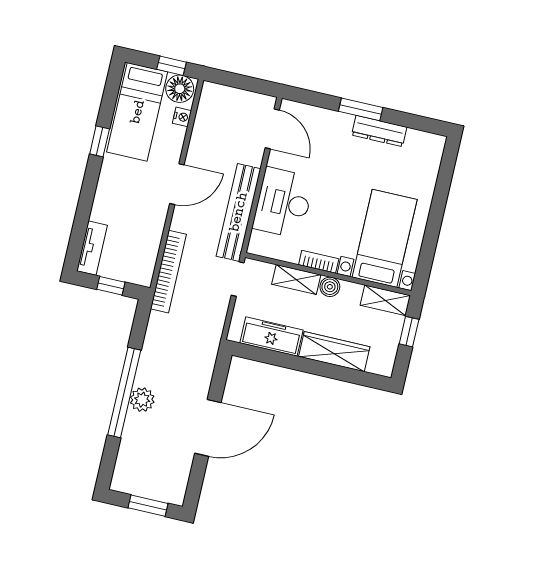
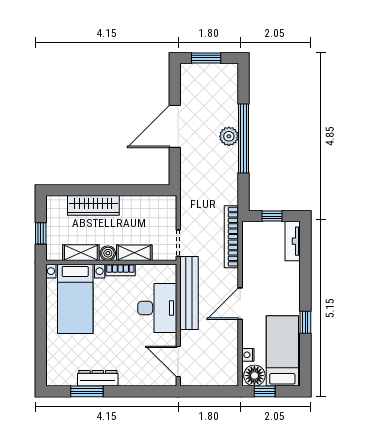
window: (361, 109) -> (87, 391), moved
shelving: (385, 300) -> (81, 253), moved
freezer: (271, 336) -> (143, 206), removed

